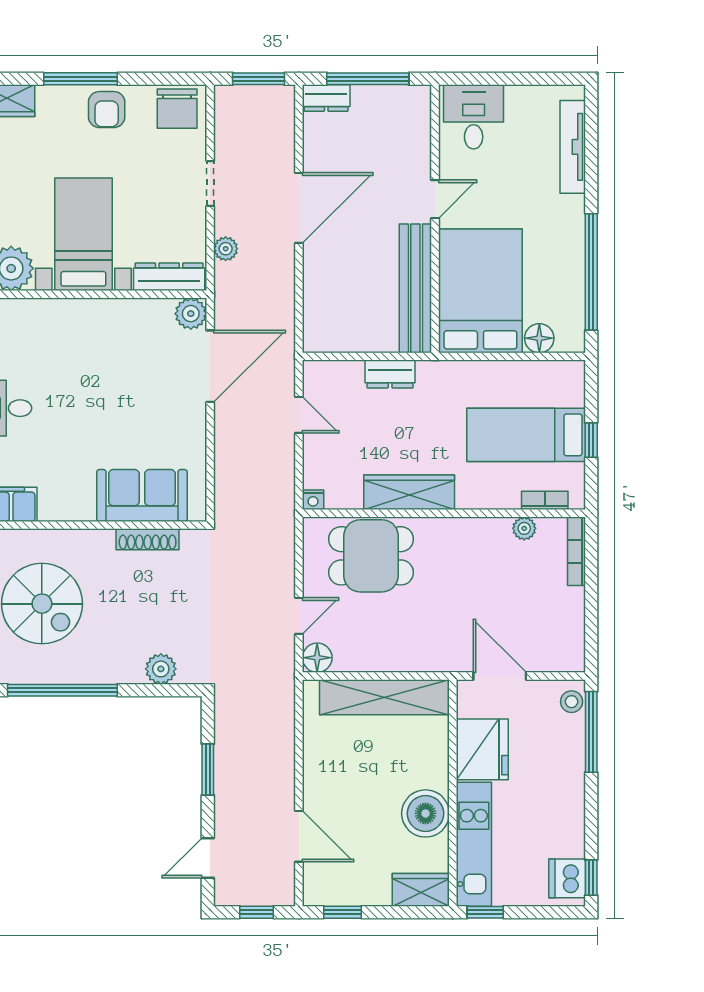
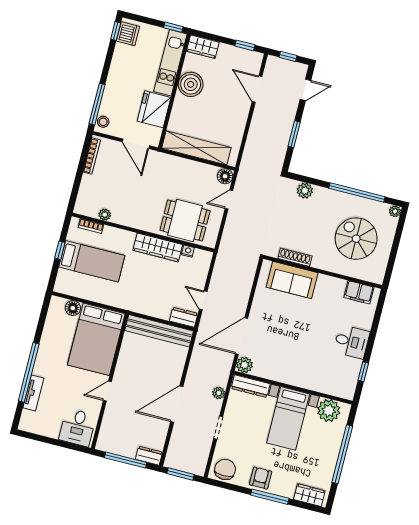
tv unit: (573, 147) -> (33, 393), width x0.71
window: (591, 272) -> (29, 372), moved
bench: (415, 288) -> (159, 331), moved, turned 90
dresser: (390, 374) -> (184, 317), moved
nightstand: (313, 500) -> (188, 251), moved
bookcase: (577, 551) -> (92, 156), moved

